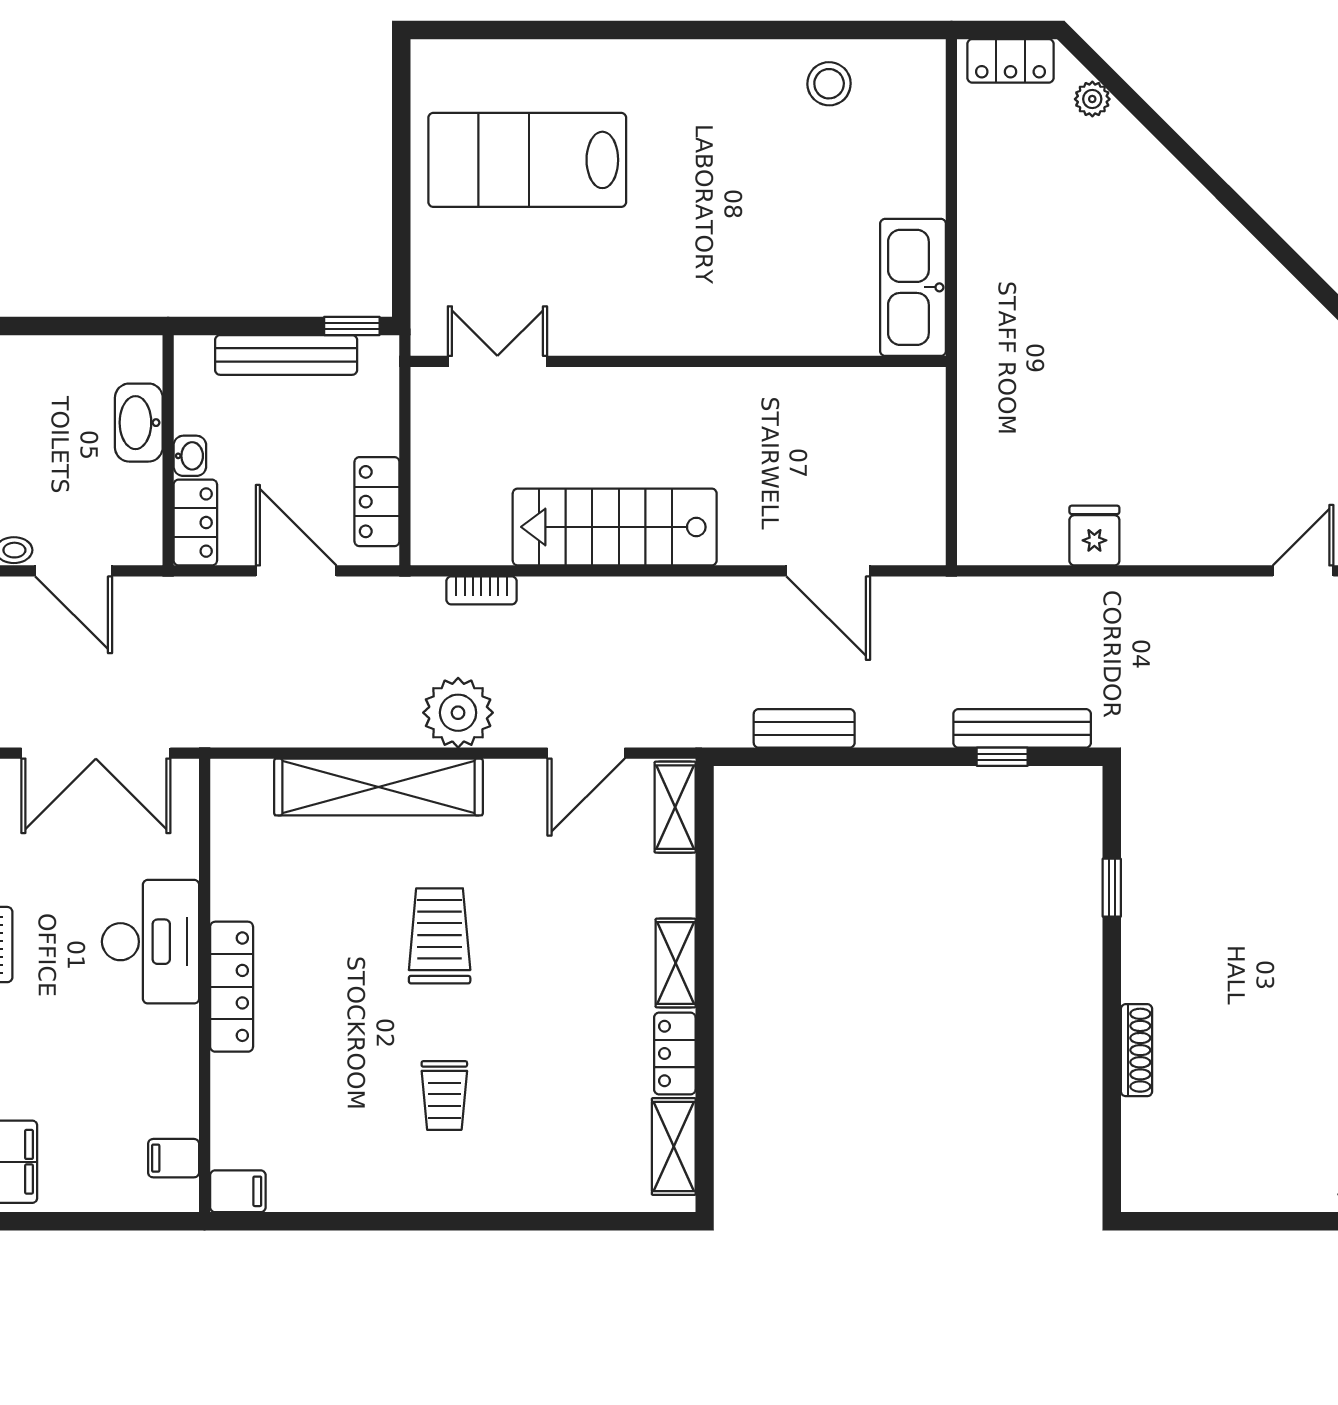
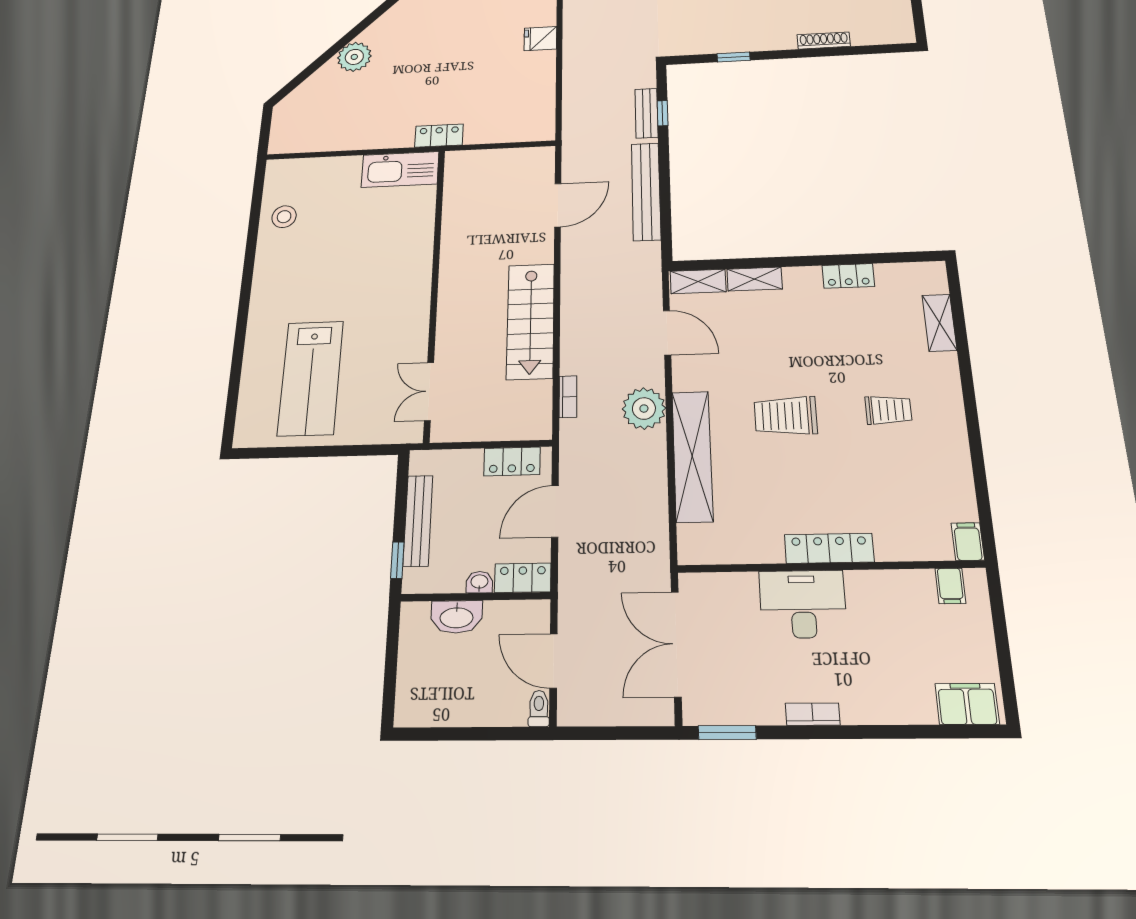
locker: (1011, 61) -> (439, 136), moved, turned -90
plant: (1092, 99) -> (354, 57), moved, width x1.88, depth x1.88
window: (352, 326) -> (397, 560), moved
fridge: (1094, 536) -> (540, 39), moved
door: (74, 571) -> (553, 661), swing flipped
bench: (804, 728) -> (646, 191), width x1.86, depth x1.21
bench: (1022, 728) -> (647, 113), width x0.73
double door: (96, 753) -> (676, 644), swing flipped
shelving: (676, 963) -> (755, 279), moved
shelving: (674, 1146) -> (939, 323), moved, turned 90

